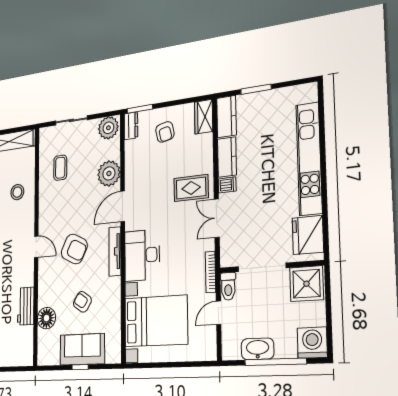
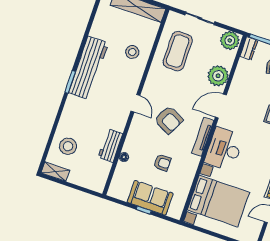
coffee table: (60, 168) -> (178, 51), width x1.86, depth x1.72
armchair: (82, 302) -> (162, 163), turned 146
floor lamp: (46, 318) -> (124, 157), width x0.53, depth x0.53

